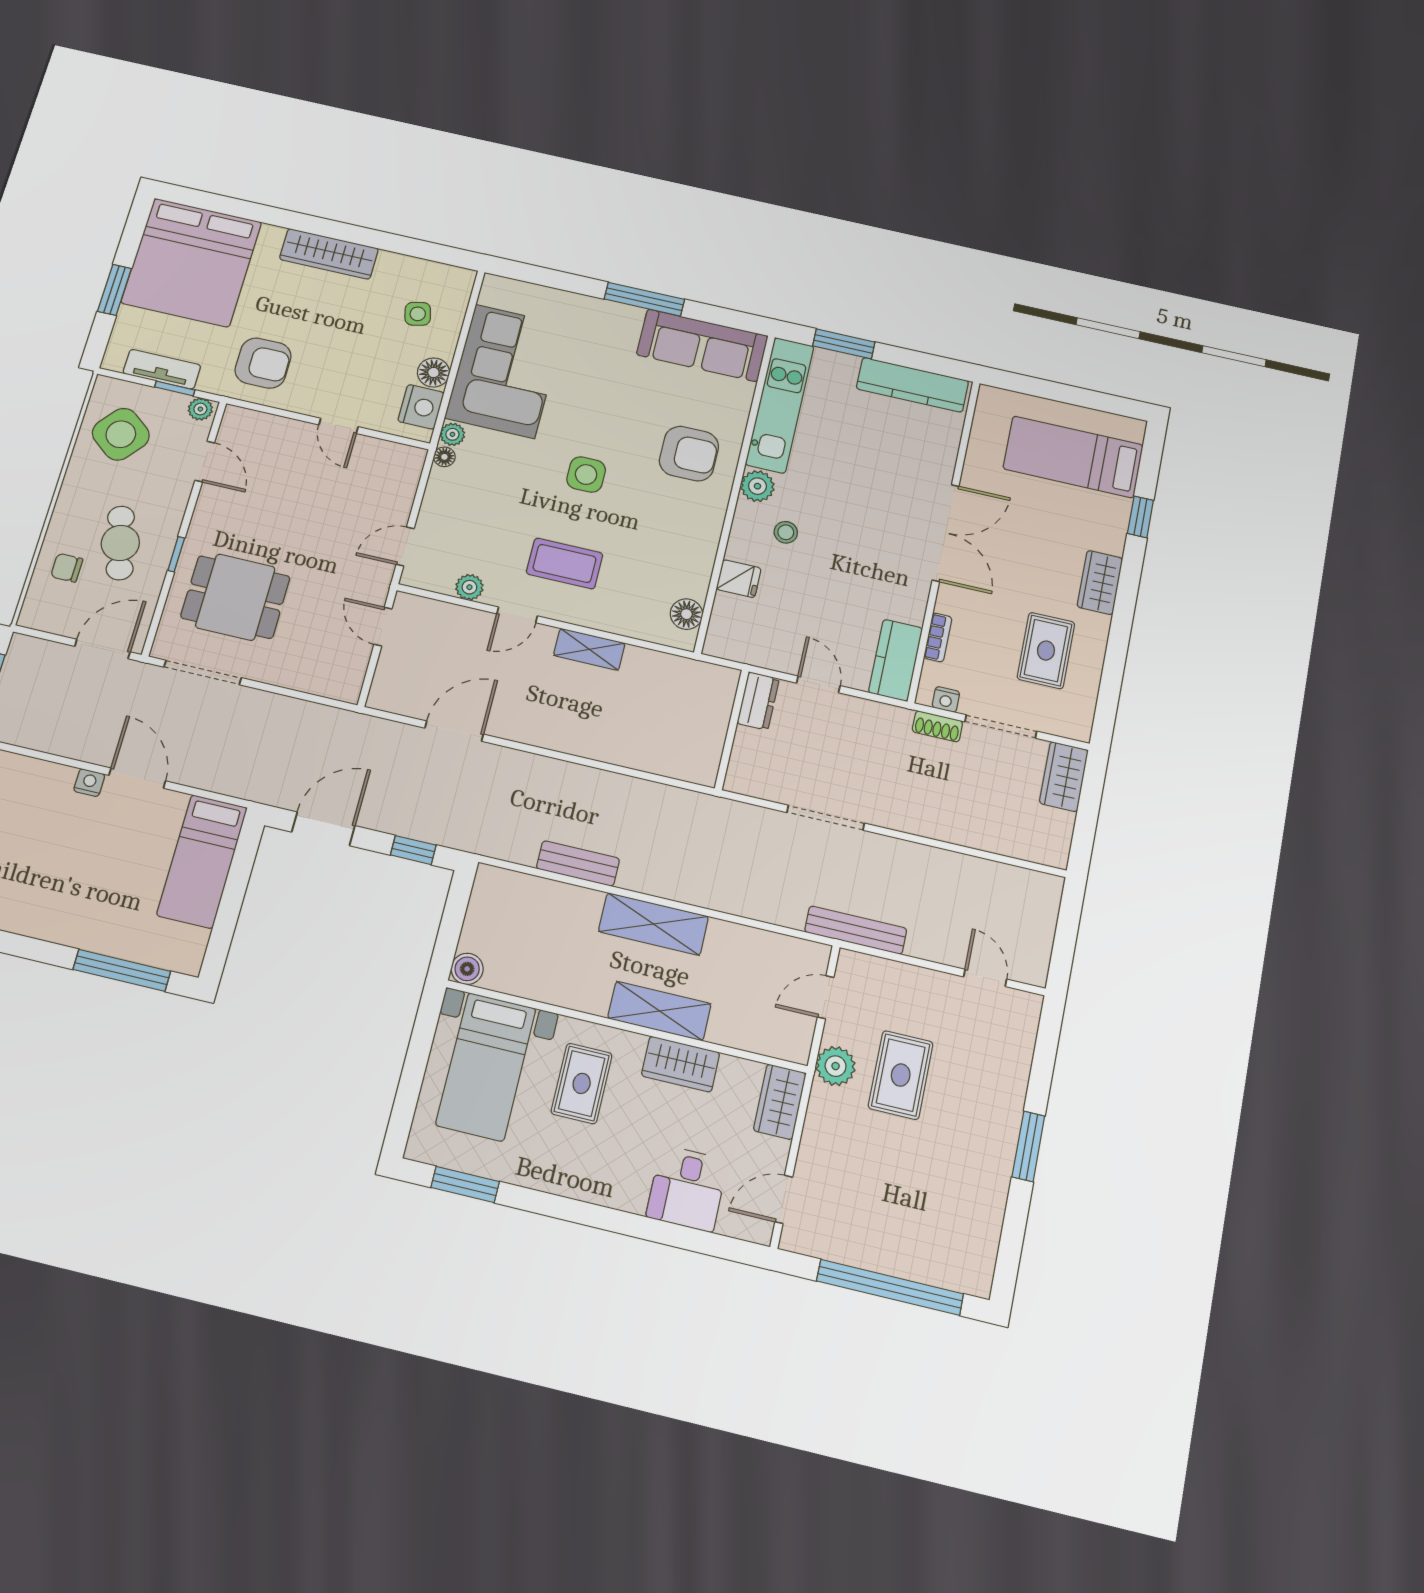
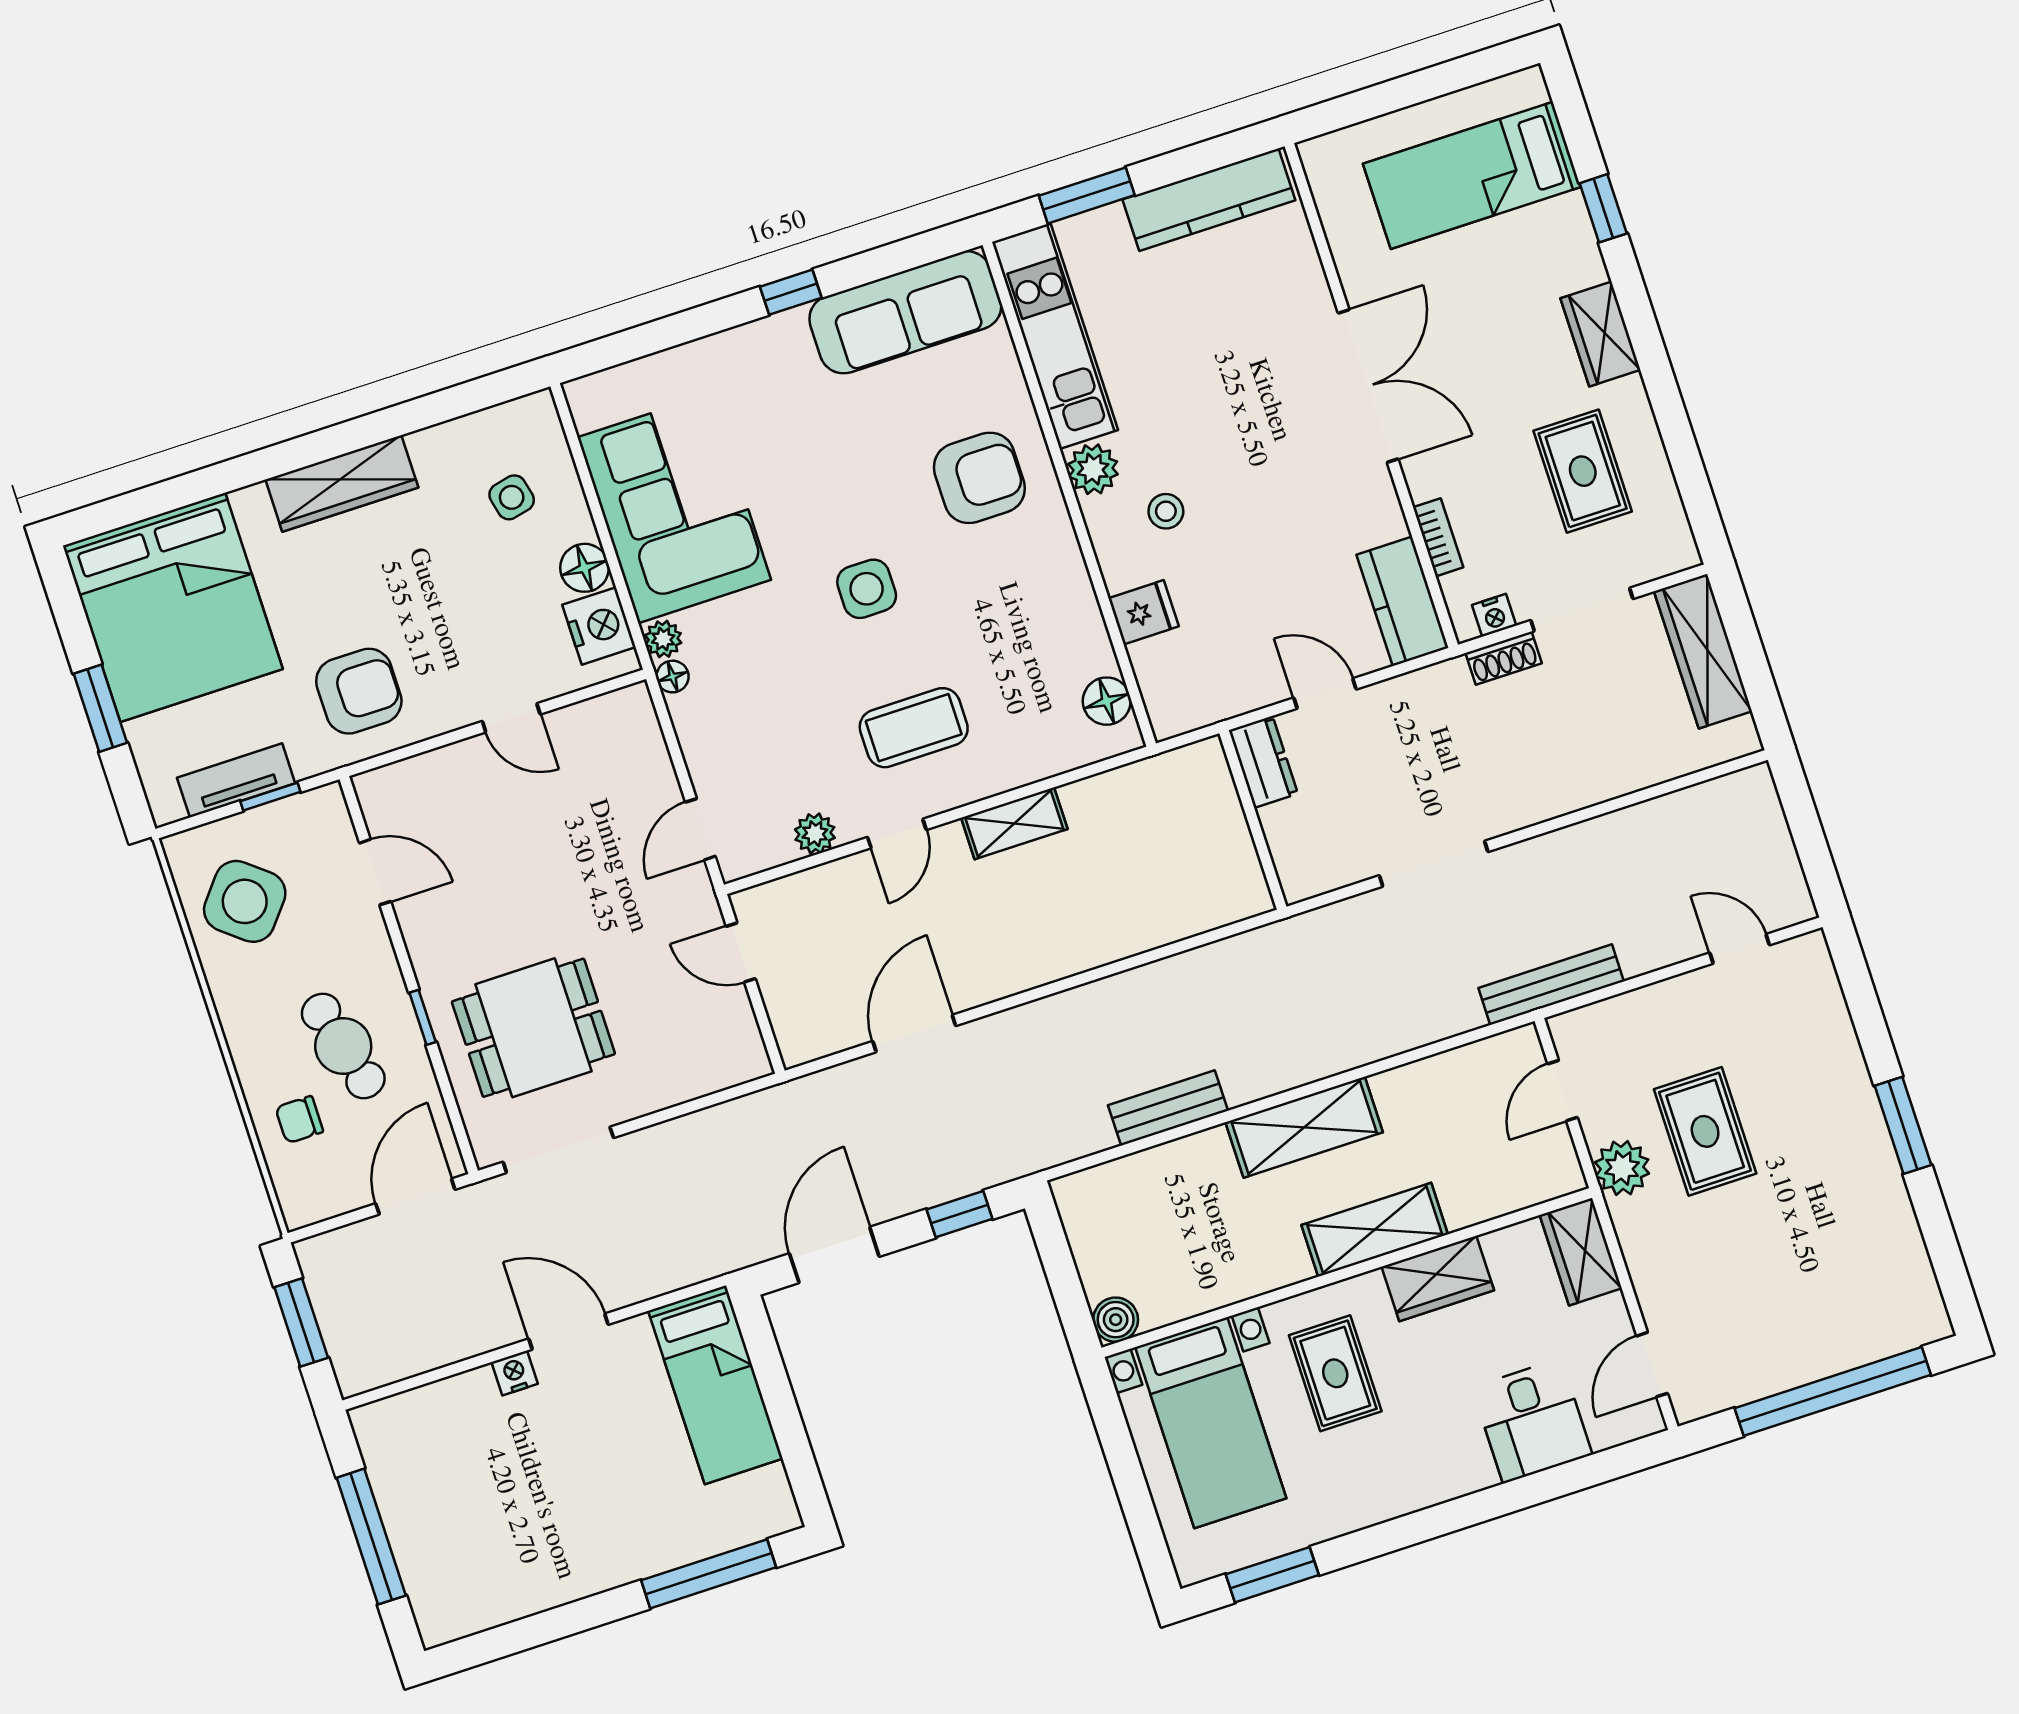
window: (644, 299) -> (791, 292), width x0.46
plant: (200, 409) -> (322, 804), removed
wardrobe: (1064, 777) -> (1703, 651), width x1.50

